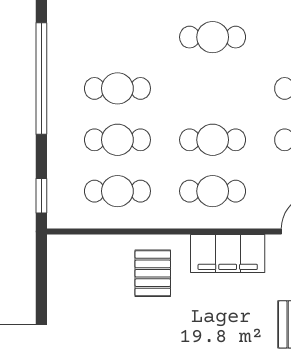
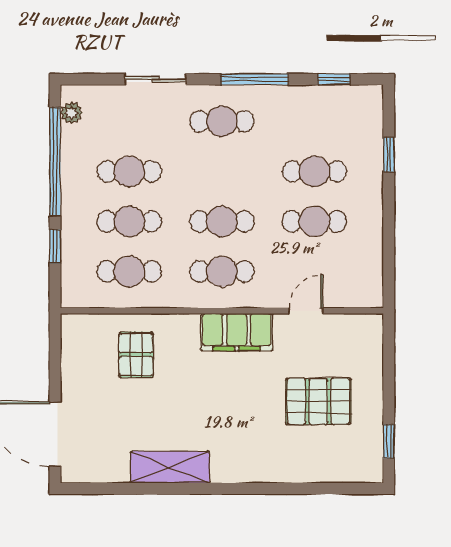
plant: (58, 28) -> (71, 113), added
window: (41, 196) -> (55, 246), moved
pallet: (153, 273) -> (136, 355), moved

